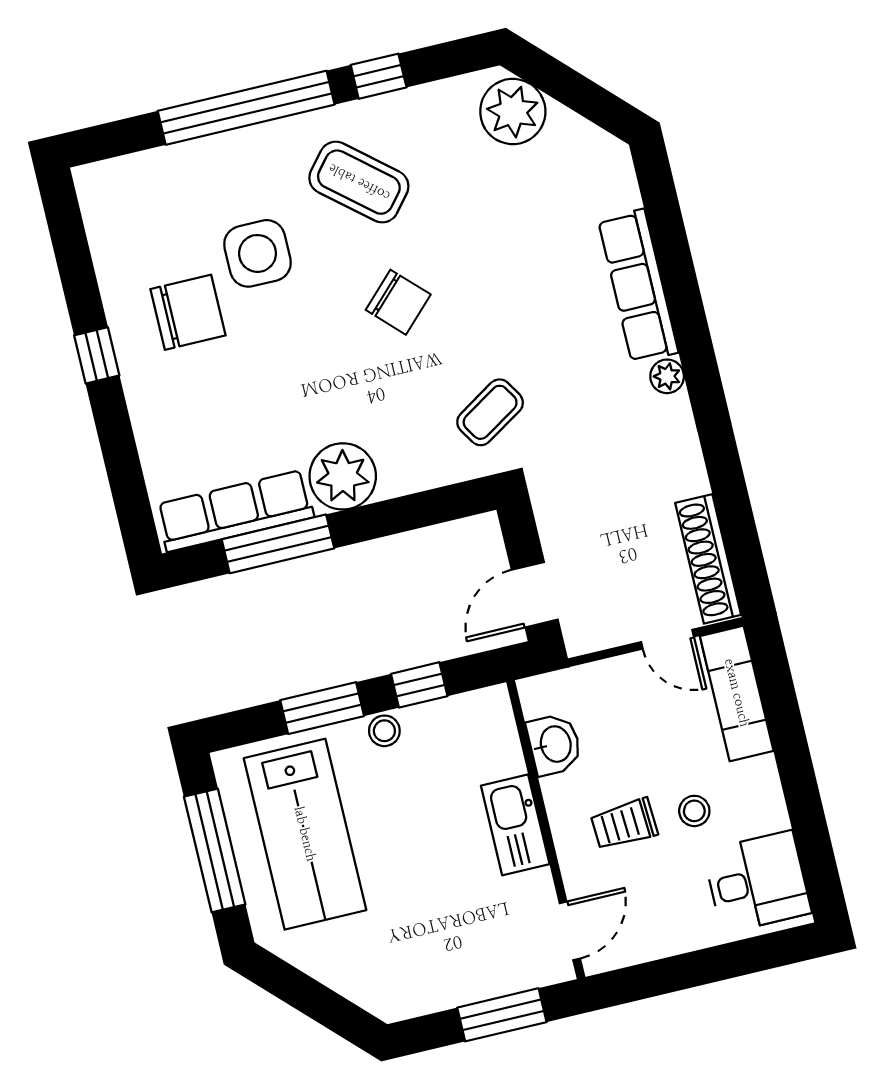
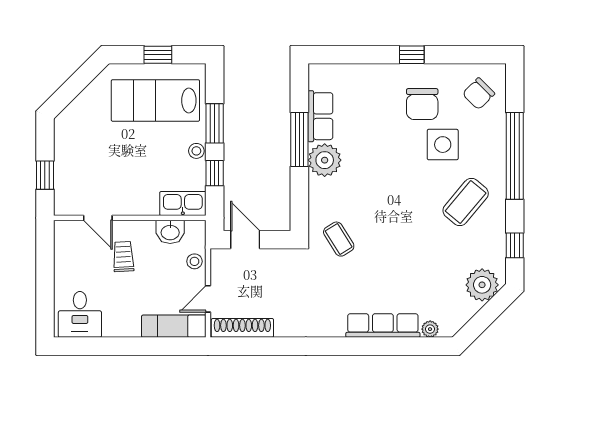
window: (379, 76) -> (515, 245), moved
chair: (398, 302) -> (479, 94), moved
plant: (667, 376) -> (430, 329), moved
row of seats: (235, 511) -> (320, 116), width x0.68
window: (278, 544) -> (299, 140), moved
stool: (694, 811) -> (194, 261), moved
kitchen sink: (515, 825) -> (183, 204), moved
window: (215, 850) -> (158, 55), width x0.46
door: (570, 931) -> (98, 218), moved
window: (502, 1015) -> (45, 175), width x0.67

